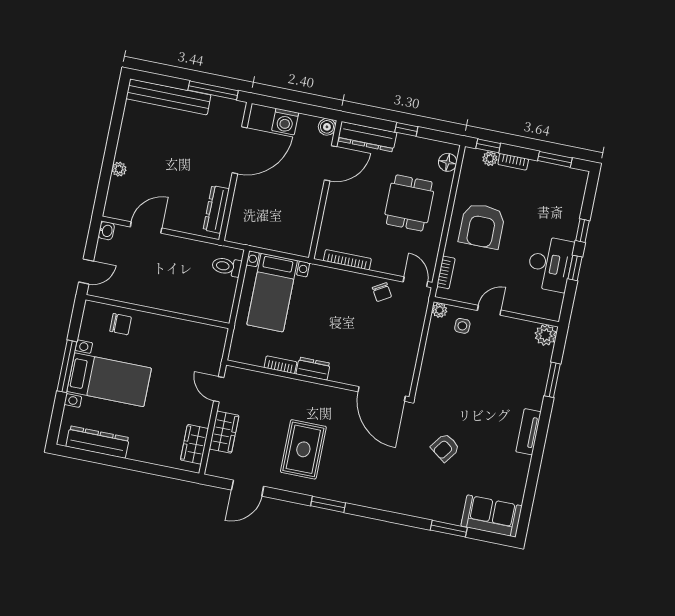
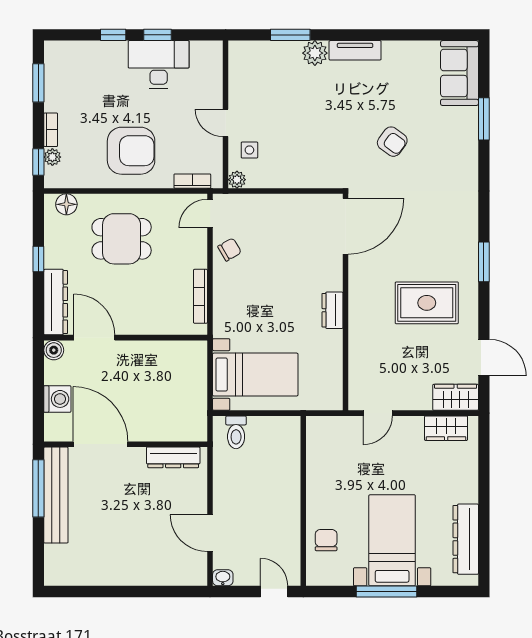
bench: (168, 97) -> (56, 495), moved
plant: (119, 169) -> (150, 577), removed
plant: (546, 335) -> (315, 53), moved
bookcase: (280, 365) -> (336, 348), removed
wardrobe: (224, 432) -> (456, 397), moved

